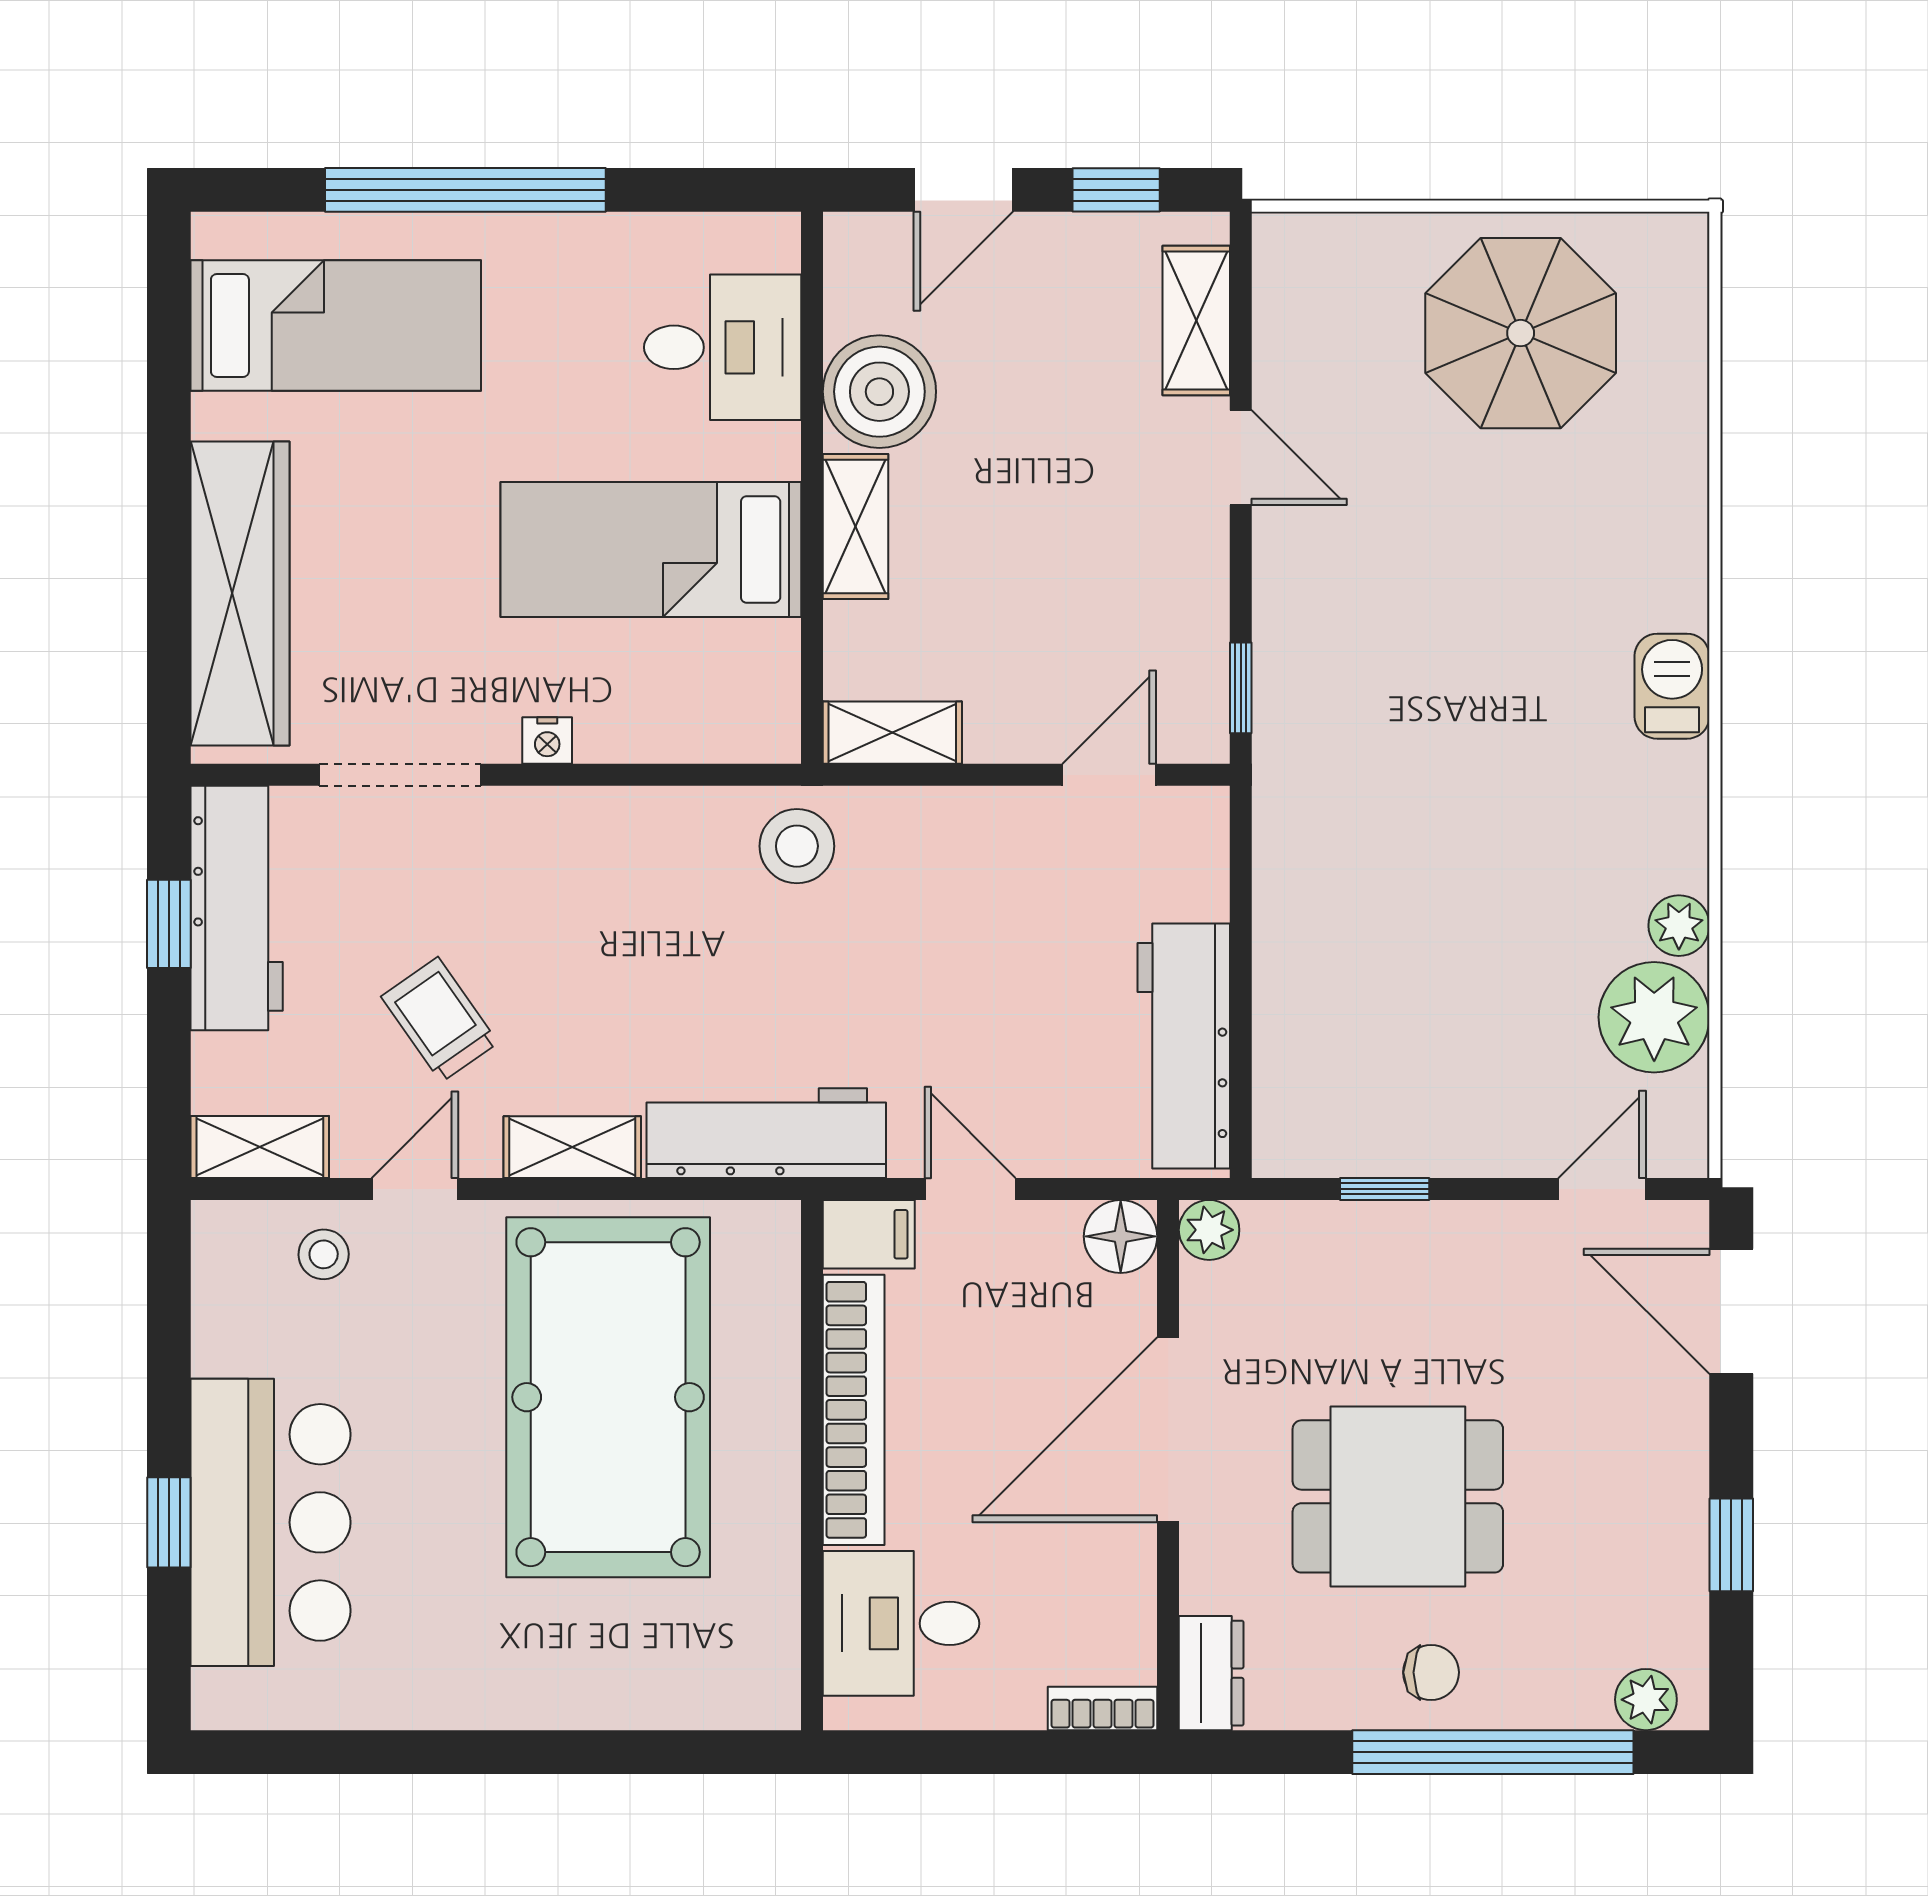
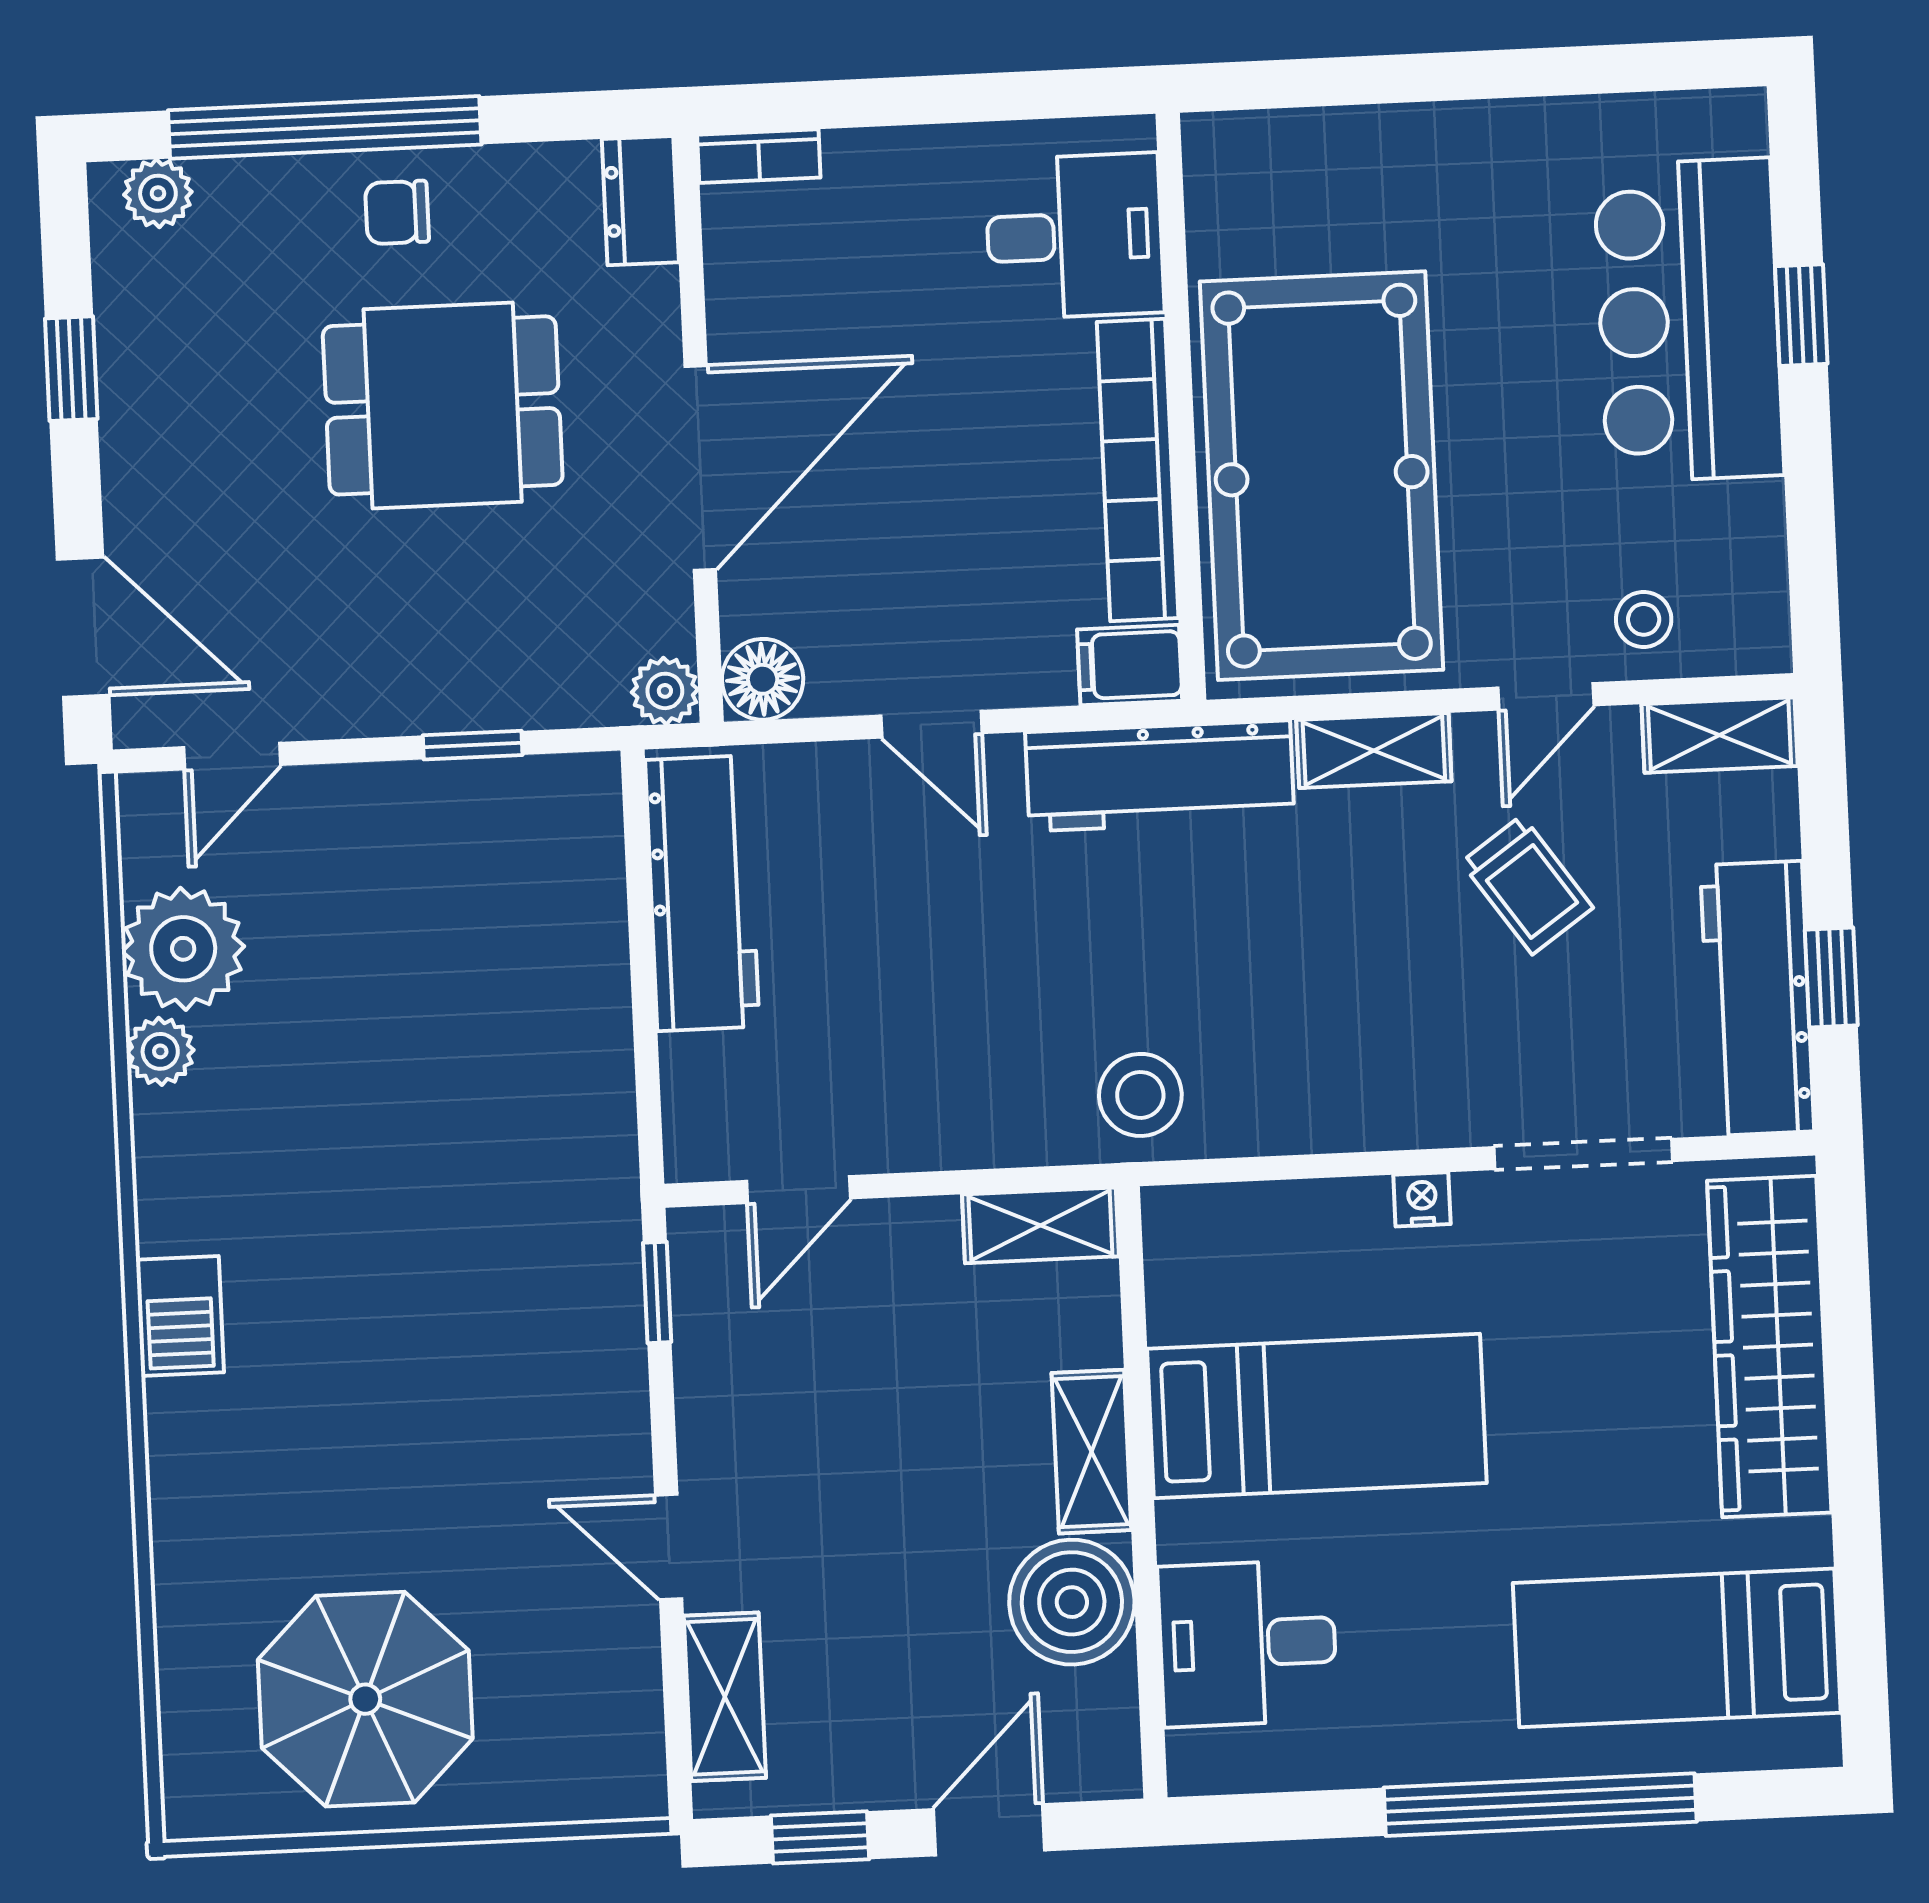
filing cabinet: (869, 1234) -> (1130, 665), moved
bookcase: (854, 1410) -> (1138, 470), moved
wall: (812, 1465) -> (1181, 407), moved
desk: (901, 1623) -> (1074, 236), moved

